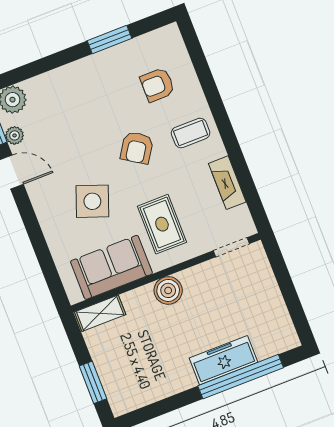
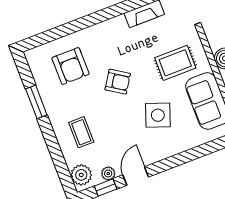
armchair: (157, 85) -> (71, 66), width x1.38, depth x1.38
coffee table: (191, 133) -> (81, 132), moved

